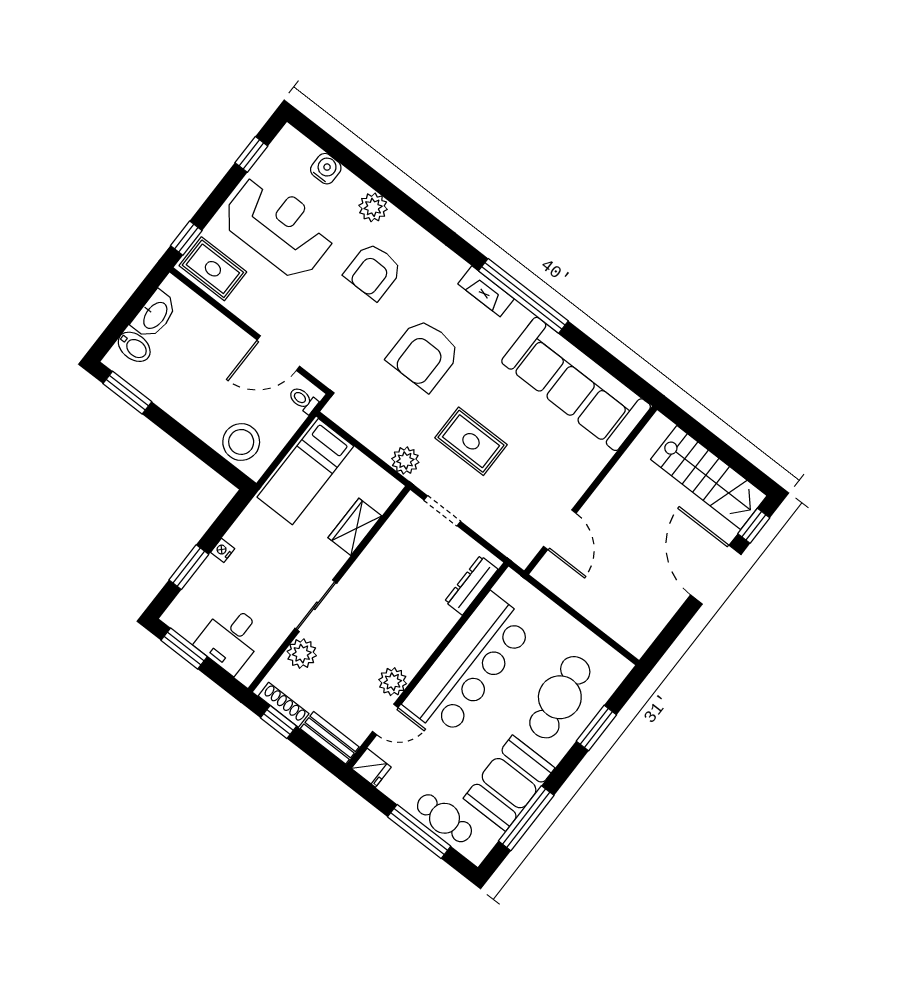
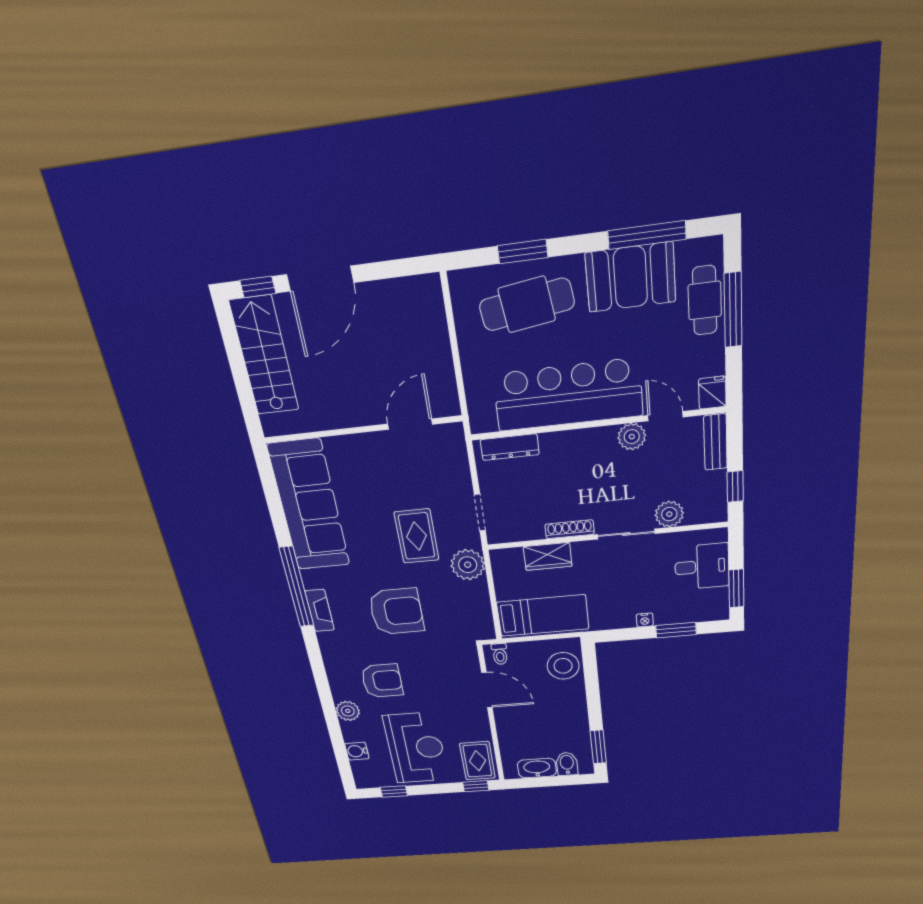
reception desk: (279, 227) -> (416, 748), turned 180
plant: (405, 460) -> (468, 565), width x1.36, depth x1.36
shoe rack: (284, 705) -> (570, 529), moved, turned 90

